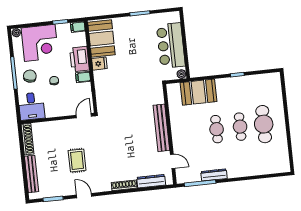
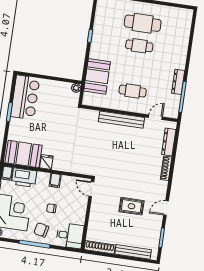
bar counter: (171, 46) -> (25, 97), moved, turned -90
printer: (79, 59) -> (24, 178), moved
cafe table: (217, 129) -> (133, 91), moved

